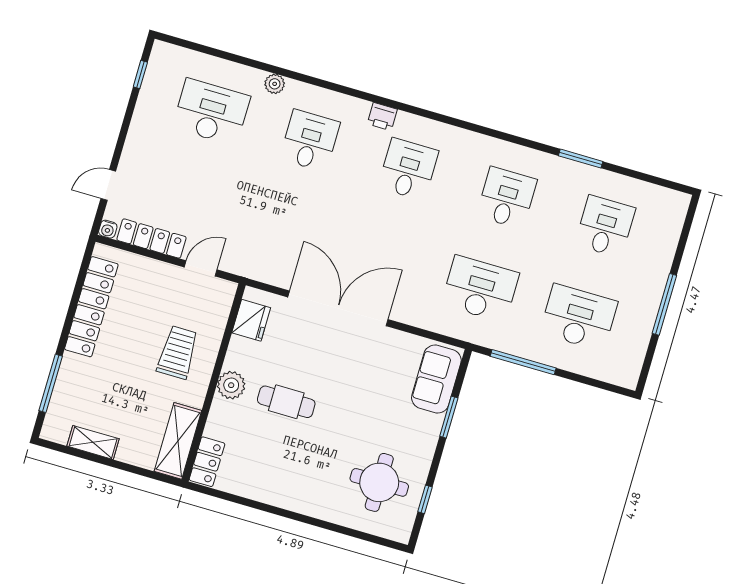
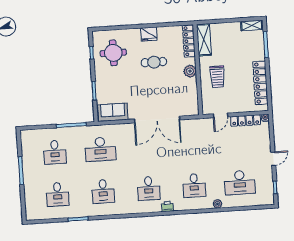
door: (108, 185) -> (273, 159), moved
desk: (579, 318) -> (55, 152), width x0.73
fridge: (251, 320) -> (149, 34), moved, turned -90
sofa: (436, 379) -> (113, 112), moved, turned -90
cafe table: (286, 402) -> (154, 62), moved
shelving: (93, 442) -> (252, 25), moved
locker: (207, 462) -> (189, 41), width x1.53

